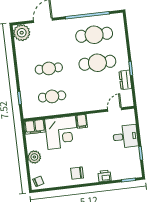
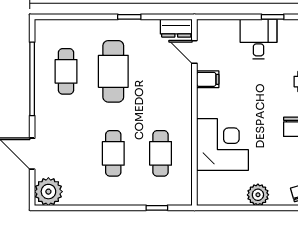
cafe table: (94, 35) -> (66, 71), width x0.73, depth x0.74
dresser: (125, 80) -> (176, 28), moved
filing cabinet: (82, 121) -> (208, 79), moved
filing cabinet: (35, 127) -> (208, 188), removed
desk: (125, 136) -> (258, 39), moved

